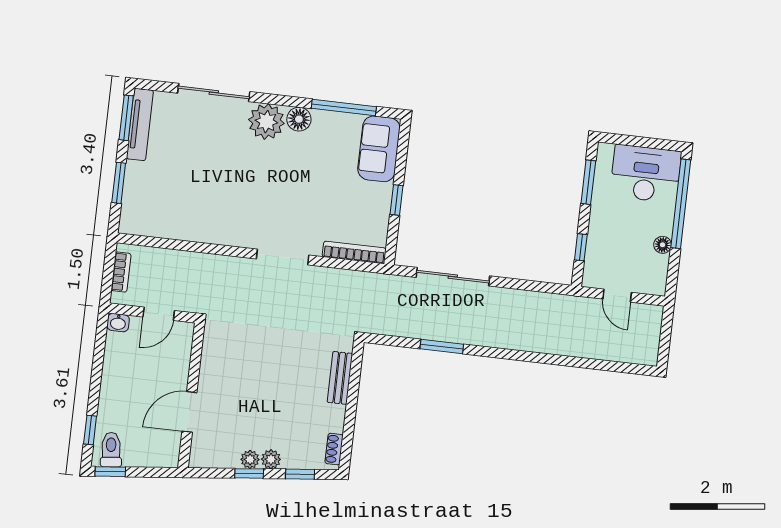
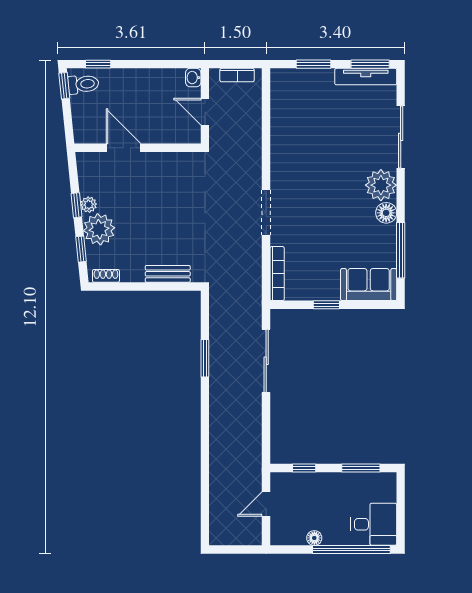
desk: (646, 174) -> (374, 524), width x0.73
plant: (271, 459) -> (99, 229), width x1.87, depth x1.87

